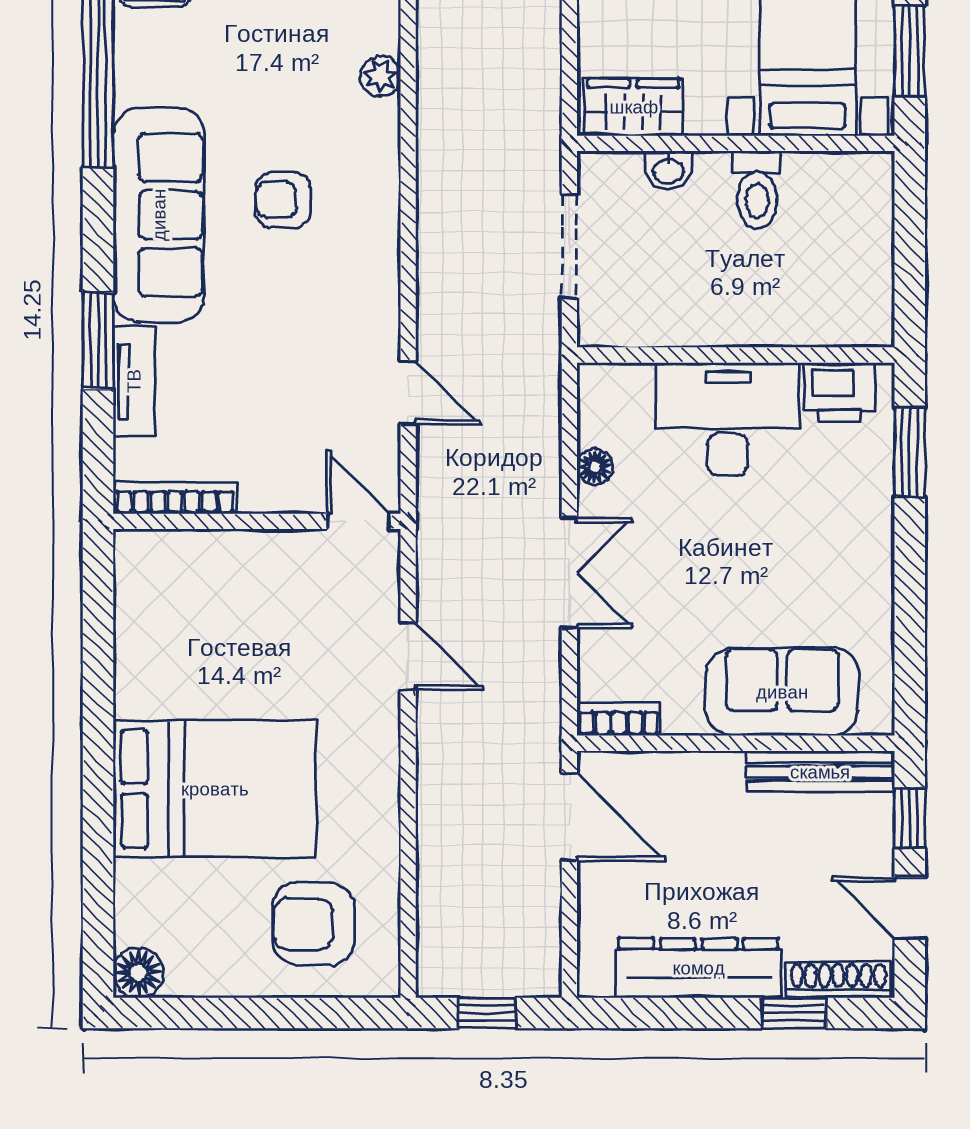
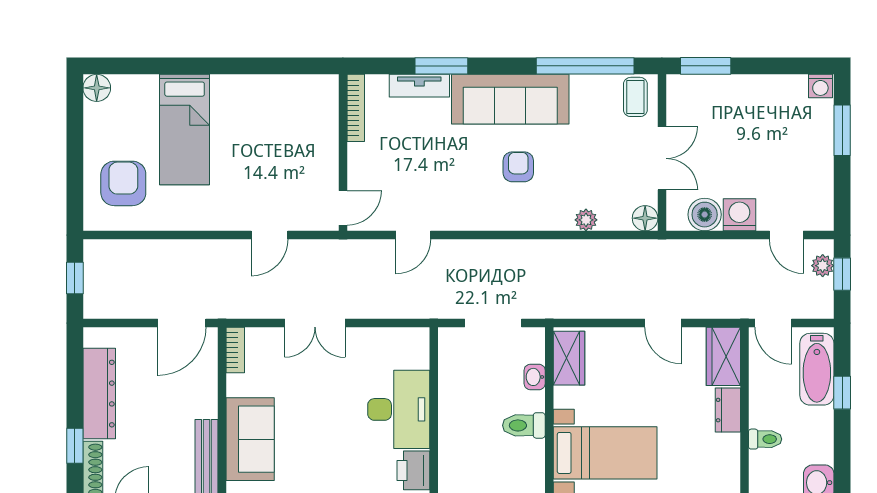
floor lamp: (595, 467) -> (373, 337), removed
bed: (215, 789) -> (185, 129), width x0.67

